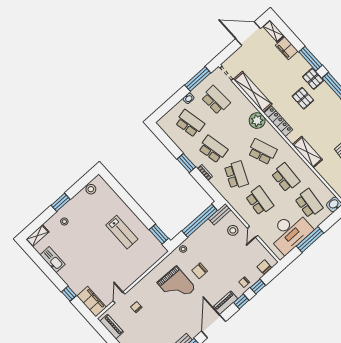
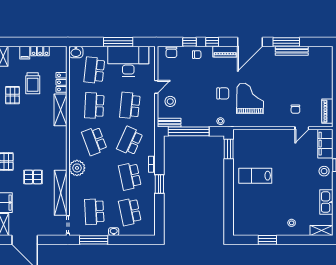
pallet: (303, 98) -> (33, 177), moved, turned 90
locker: (278, 121) -> (61, 82), moved, width x0.66
stool: (91, 189) -> (324, 171), moved
window: (61, 202) -> (267, 240), moved
lab bench: (122, 232) -> (255, 176), turned -90

